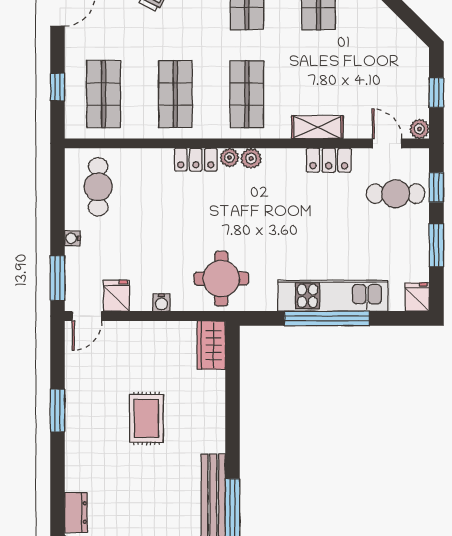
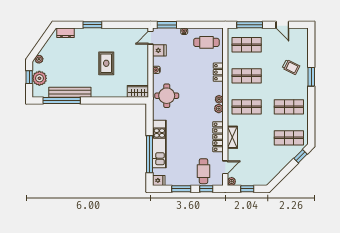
window: (58, 87) -> (250, 25), width x2.17
locker: (196, 160) -> (218, 72), moved
locker: (329, 160) -> (218, 137), width x1.53
door: (87, 316) -> (151, 38), hinge flipped
window: (327, 318) -> (149, 154), moved
window: (58, 410) -> (92, 25), moved
rug: (146, 418) -> (106, 63), turned 90

